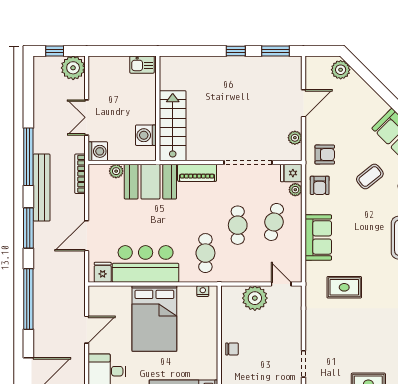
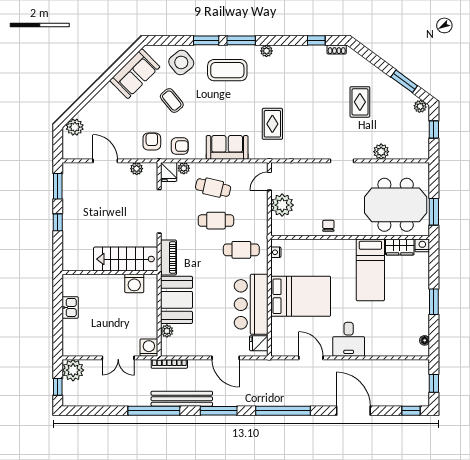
wall: (158, 108) -> (110, 273), moved
stairs: (173, 126) -> (126, 259), moved
washing machine: (146, 135) -> (134, 283), moved

